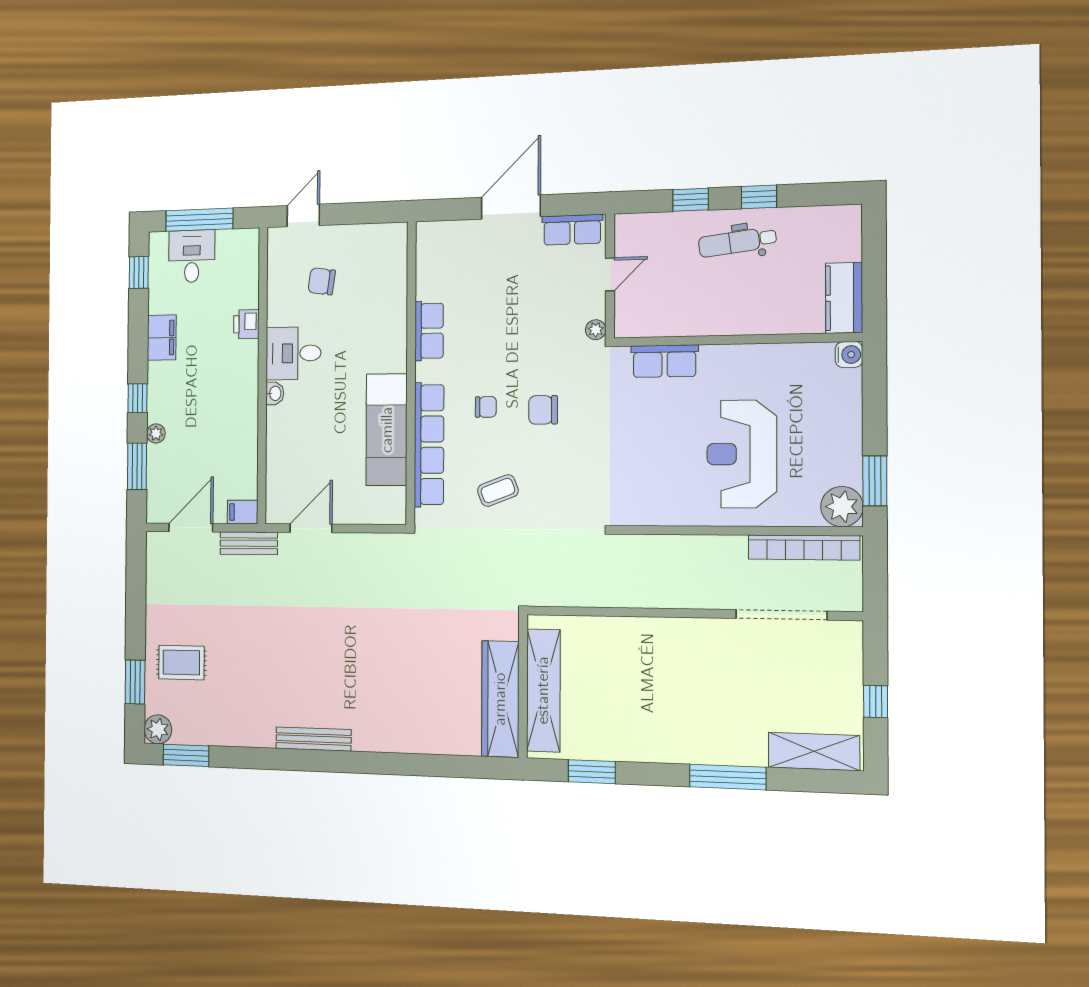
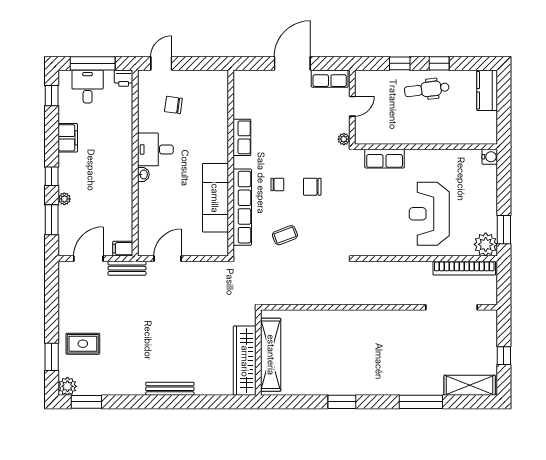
kitchen counter: (844, 298) -> (487, 90), moved
printer: (246, 324) -> (124, 78), moved, turned -90
wall: (523, 686) -> (258, 353), moved
shelving: (543, 690) -> (271, 355), moved
wardrobe: (500, 699) -> (245, 361), moved

